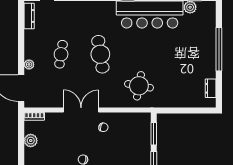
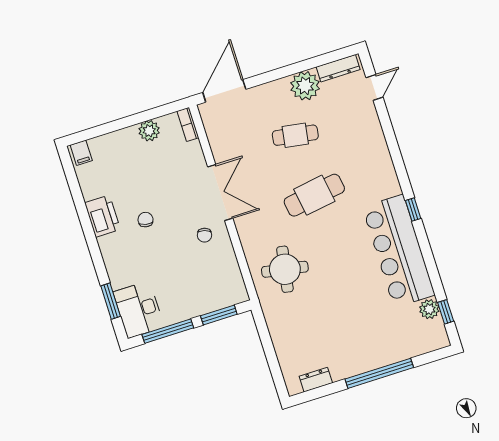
plant: (29, 64) -> (305, 86), moved, width x1.87, depth x1.87

